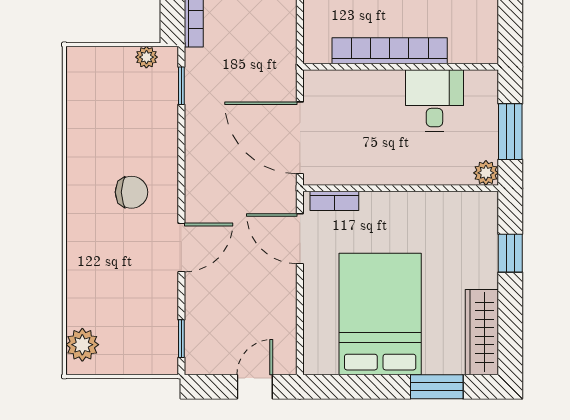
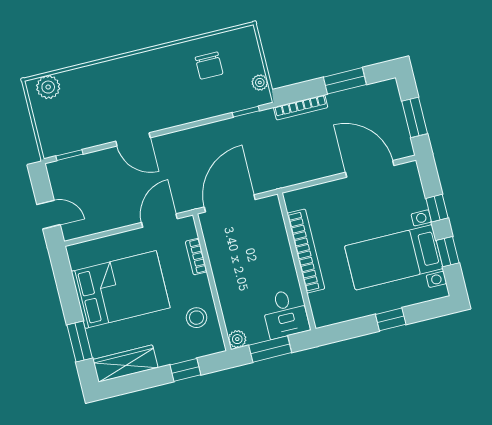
desk: (434, 101) -> (285, 314), moved, turned 90
chair: (131, 192) -> (209, 66), moved
bookcase: (334, 201) -> (196, 257), moved
stool: (443, 221) -> (196, 318), added

